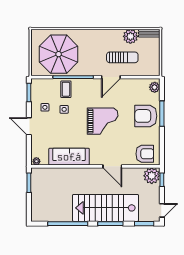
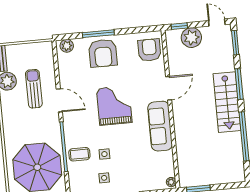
sofa: (69, 157) -> (160, 126), moved
plant: (152, 176) -> (191, 38), moved
stairs: (106, 208) -> (227, 102), width x0.73, depth x0.66

